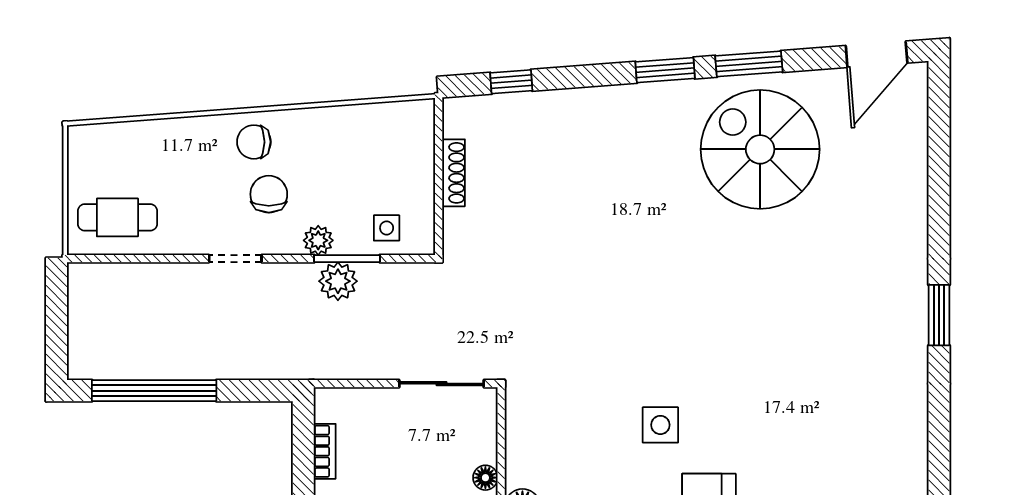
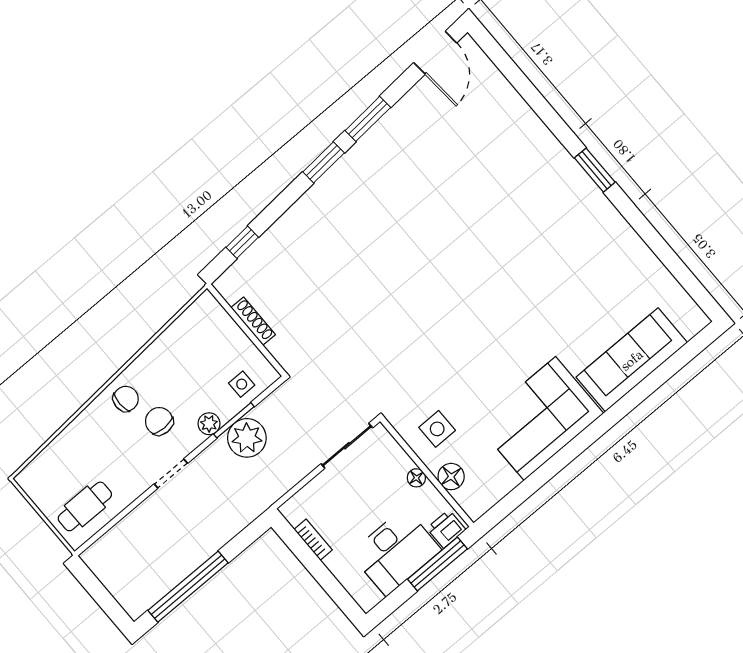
chair: (254, 142) -> (126, 399), turned 180
spiral stairs: (760, 149) -> (415, 162), removed
plant: (338, 281) -> (247, 438), width x1.36, depth x1.36
side table: (660, 425) -> (437, 429), moved

